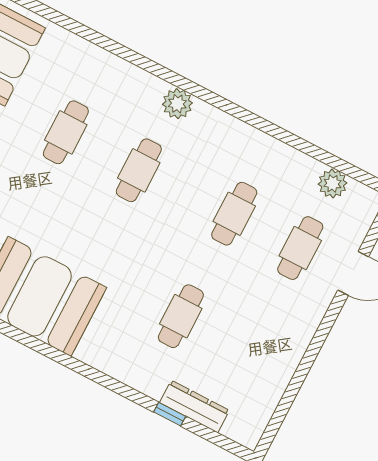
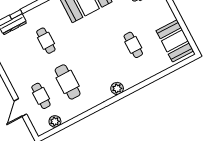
cafe table: (139, 170) -> (104, 60), removed
cafe table: (234, 214) -> (68, 82), width x1.37, depth x1.35

